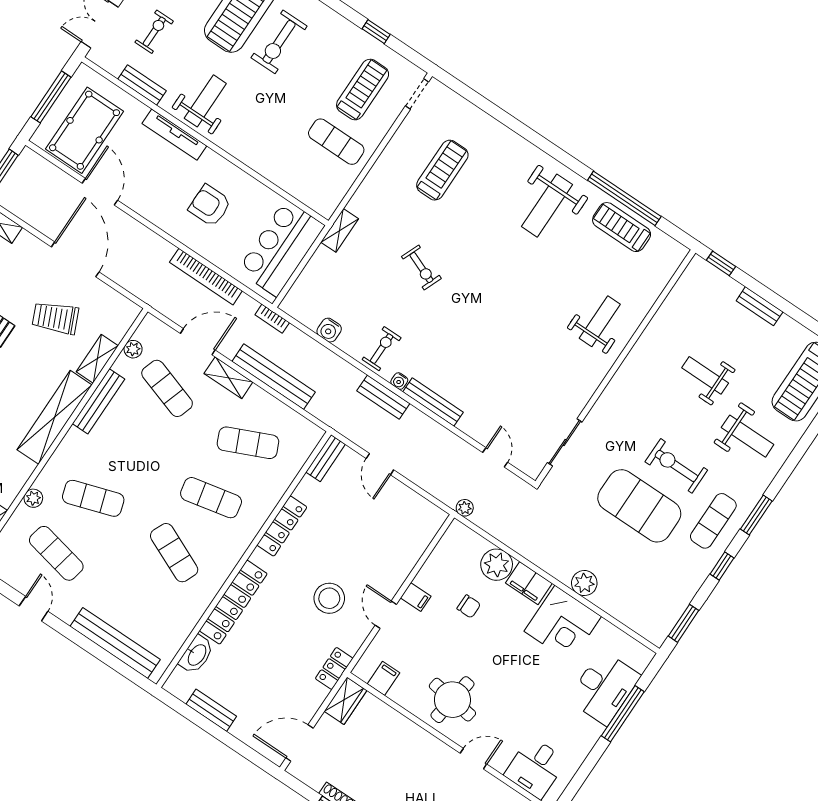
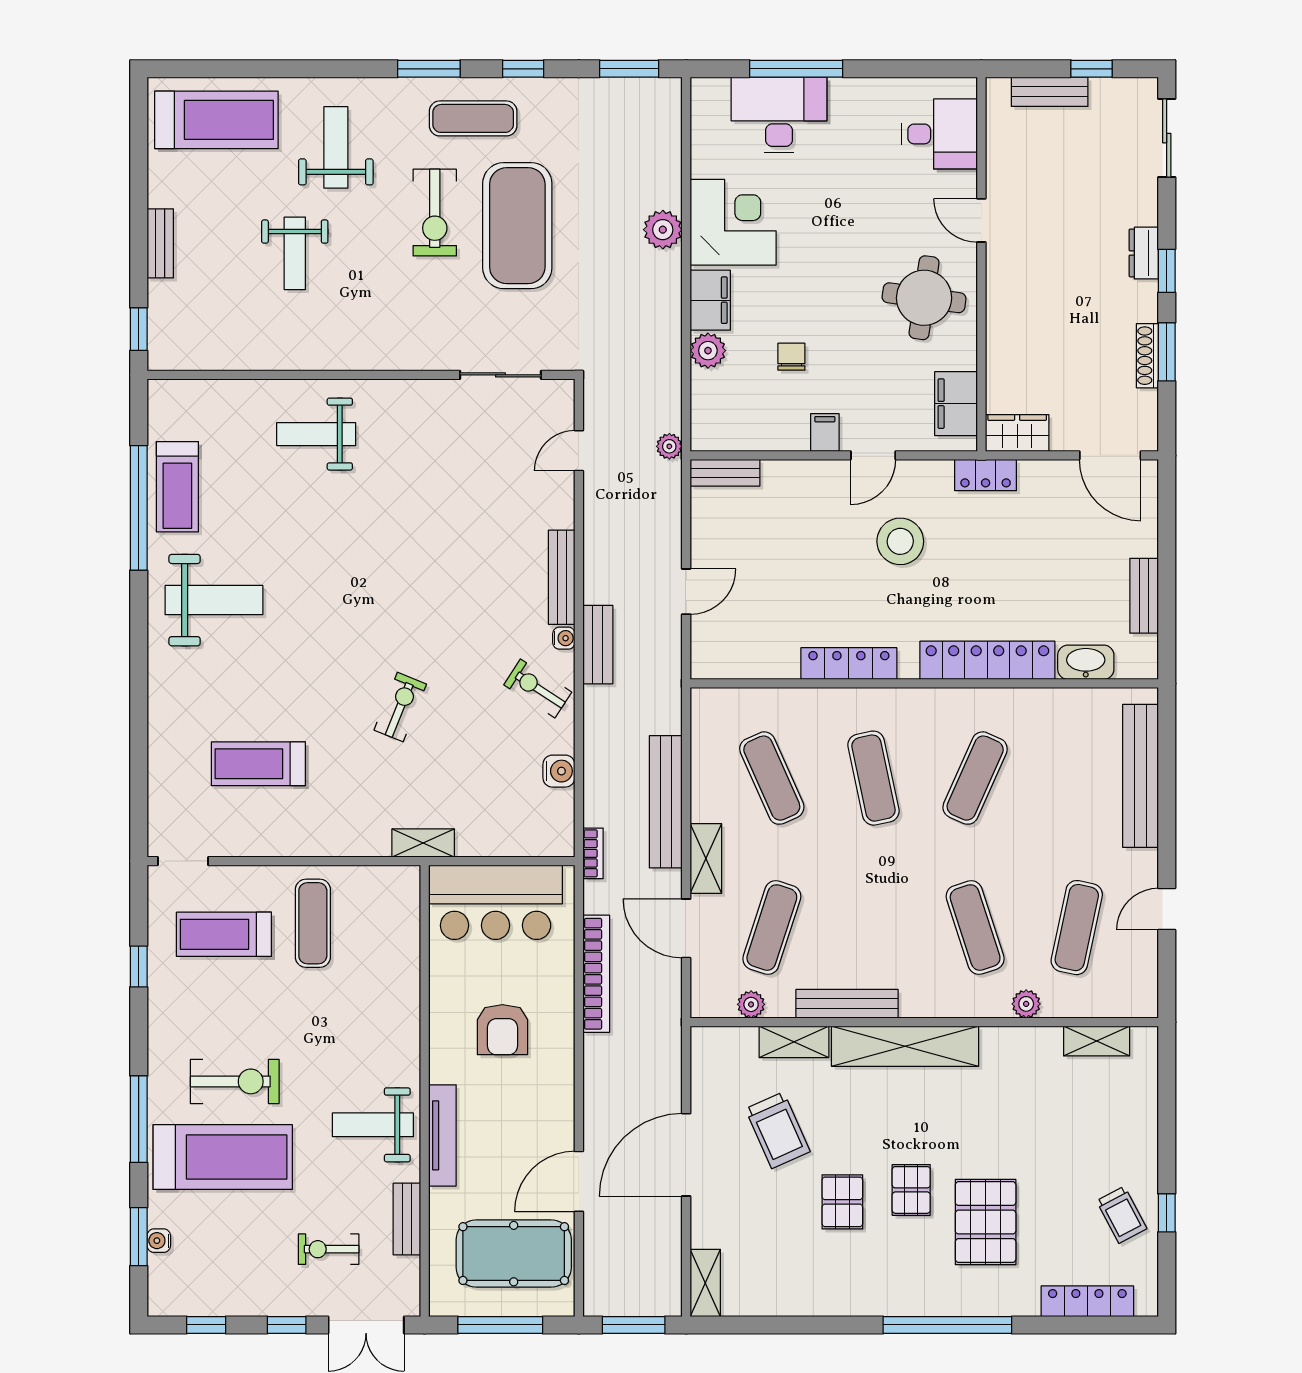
exercise bike: (382, 349) -> (538, 688), turned 33
bench: (326, 458) -> (725, 473), moved
plant: (497, 565) -> (708, 351), width x0.73, depth x0.73
filing cabinet: (384, 678) -> (956, 404), width x2.00

